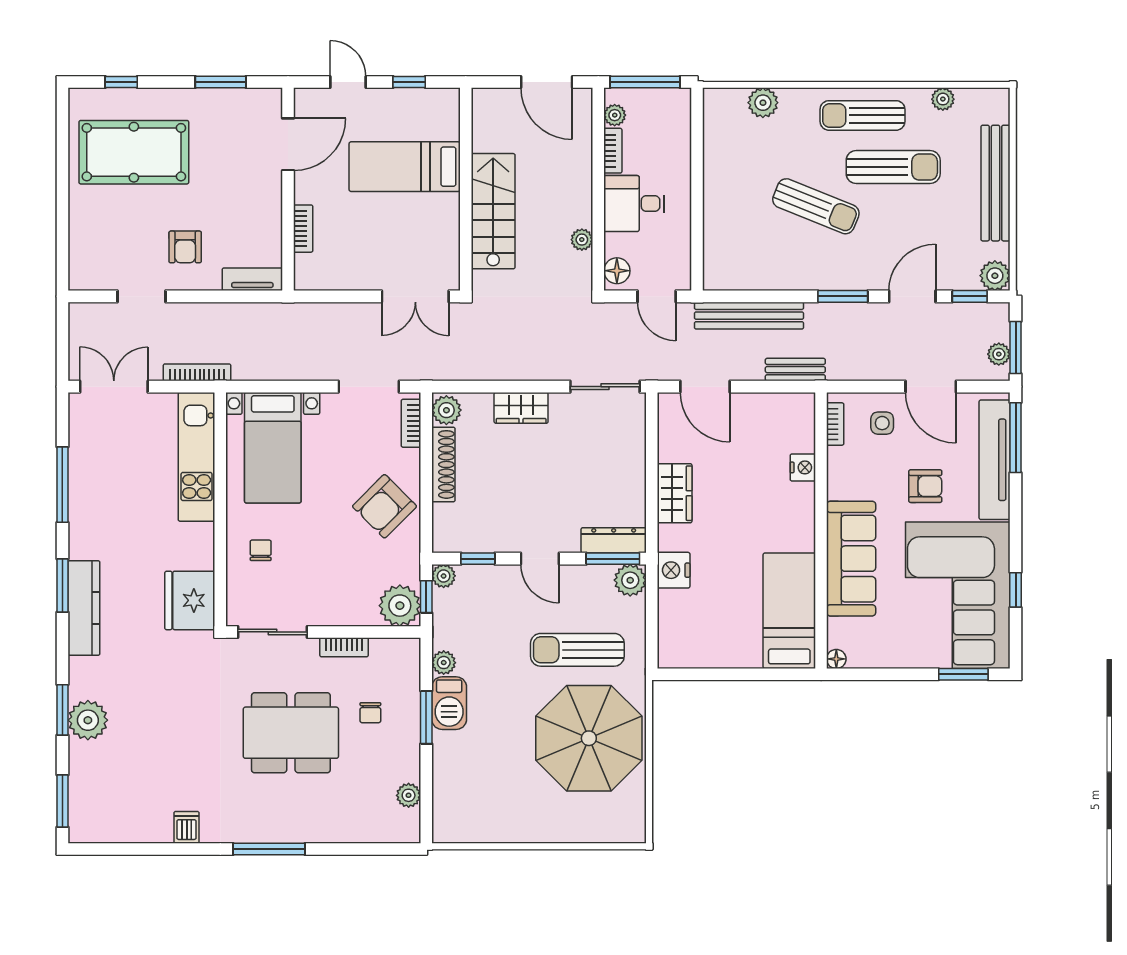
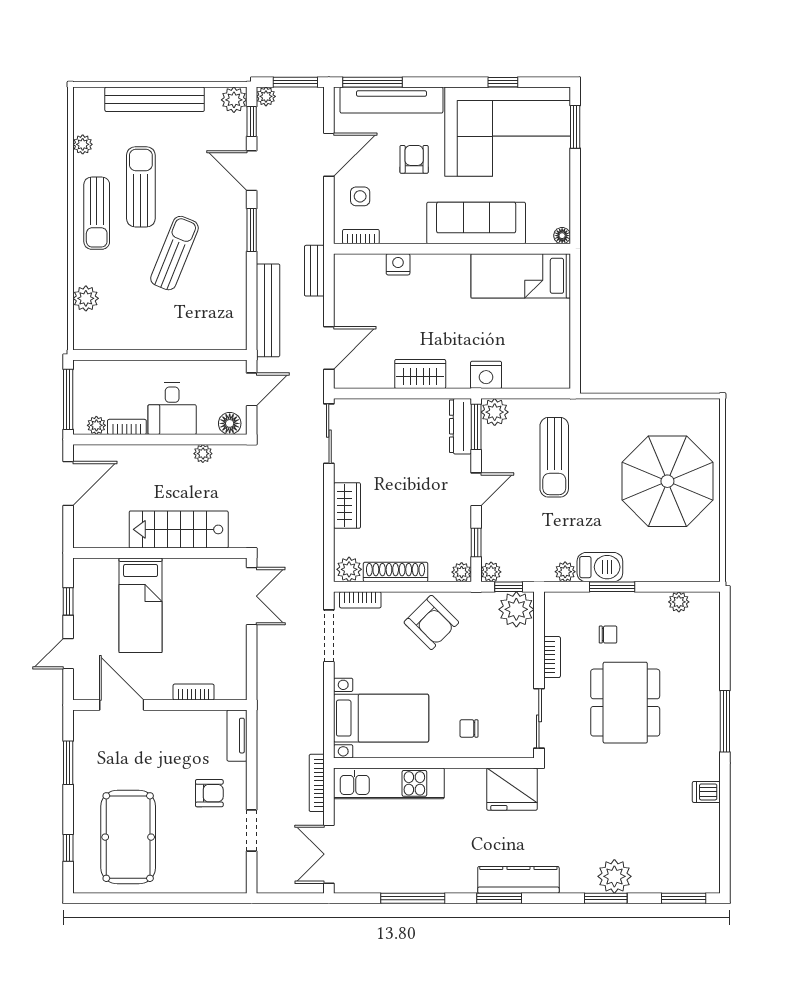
plant: (999, 354) -> (266, 96), moved
plant: (443, 542) -> (462, 572), added
parasol: (589, 738) -> (667, 481), moved

